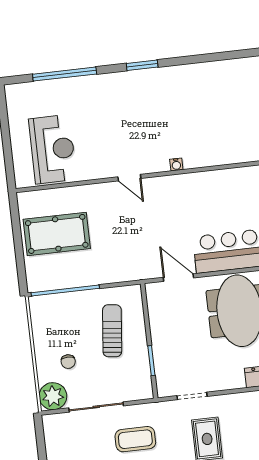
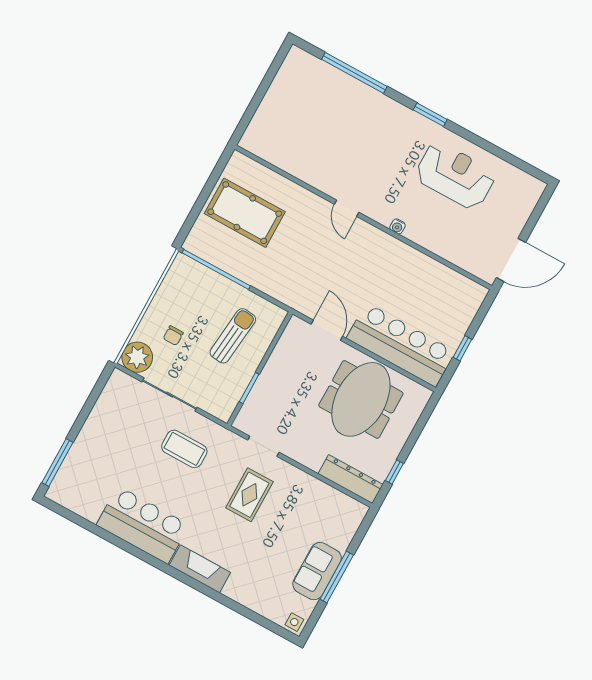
reception desk: (53, 149) -> (455, 175), moved, turned -90

